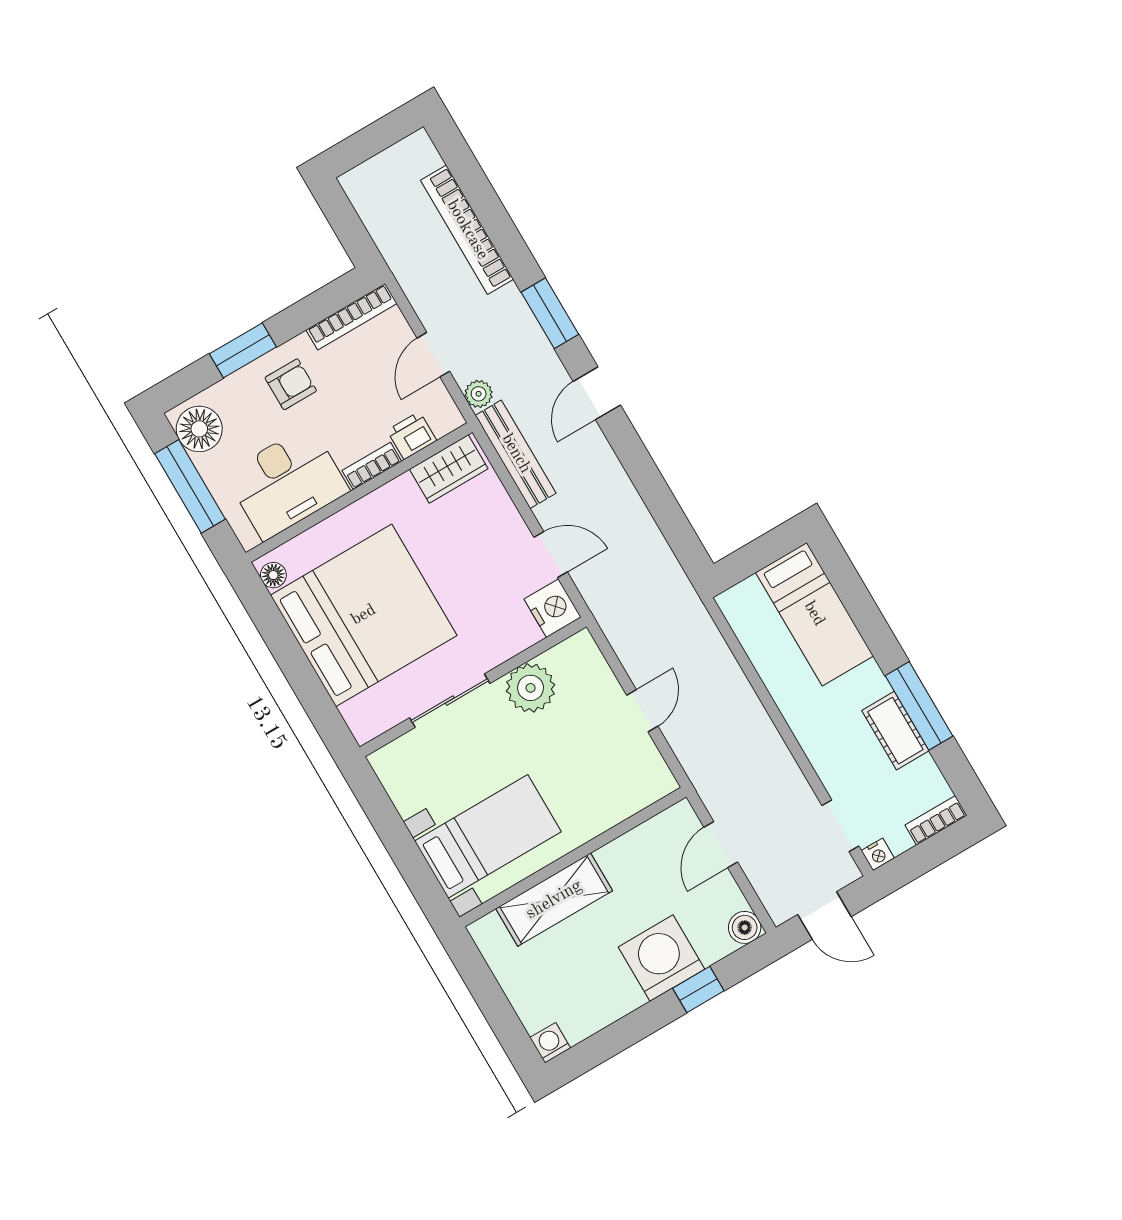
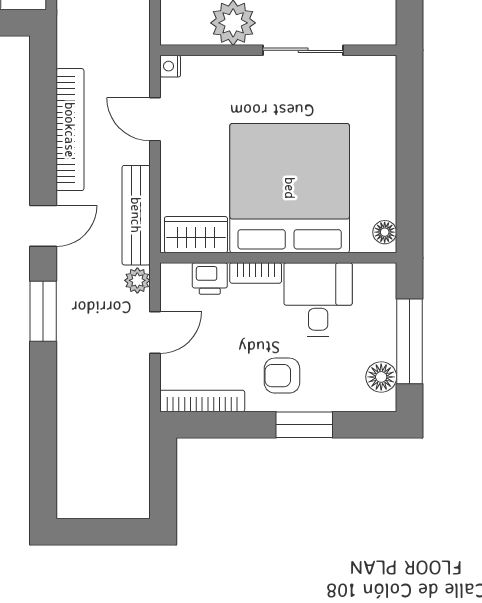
bookcase: (467, 230) -> (70, 130), moved
floor lamp: (199, 429) -> (381, 377), width x0.73, depth x0.73
desk: (287, 482) -> (318, 299), width x0.73
nightstand: (553, 608) -> (170, 66), width x0.53, depth x0.56
bed: (364, 615) -> (290, 188), moved, turned 90

